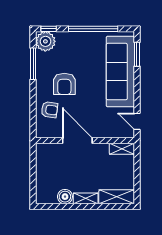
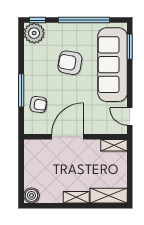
window: (33, 64) -> (21, 90), moved
armchair: (64, 84) -> (70, 63), moved, turned 100
door: (77, 141) -> (68, 137), hinge flipped
boiler: (65, 197) -> (31, 195), moved

